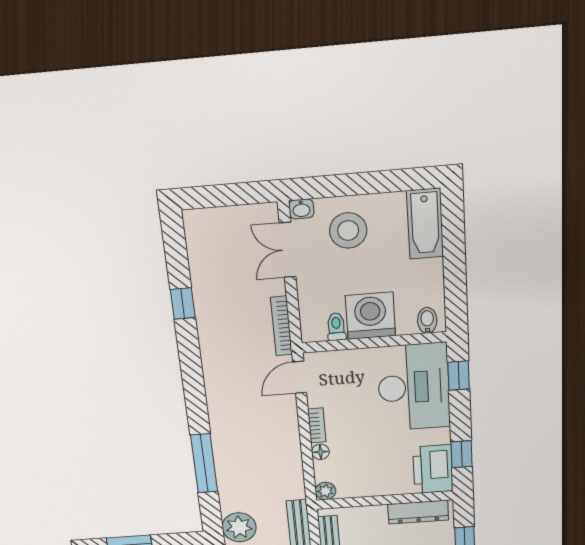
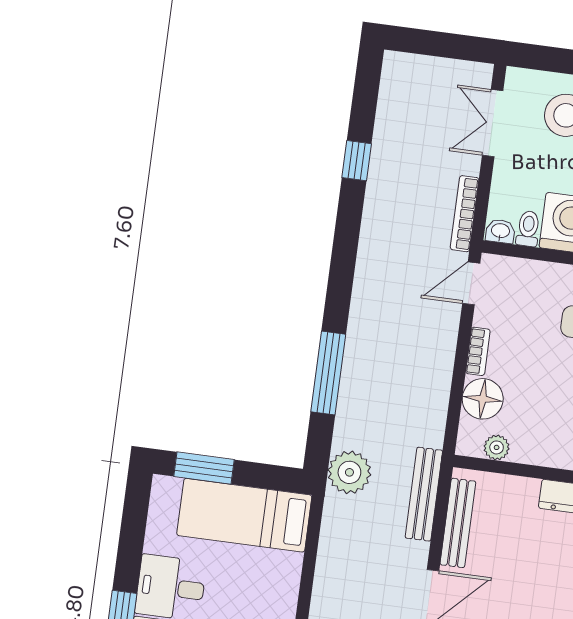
washbasin: (301, 209) -> (500, 231), moved, turned 180
floor lamp: (320, 452) -> (483, 399), width x1.89, depth x1.89
plant: (325, 491) -> (497, 447), moved

